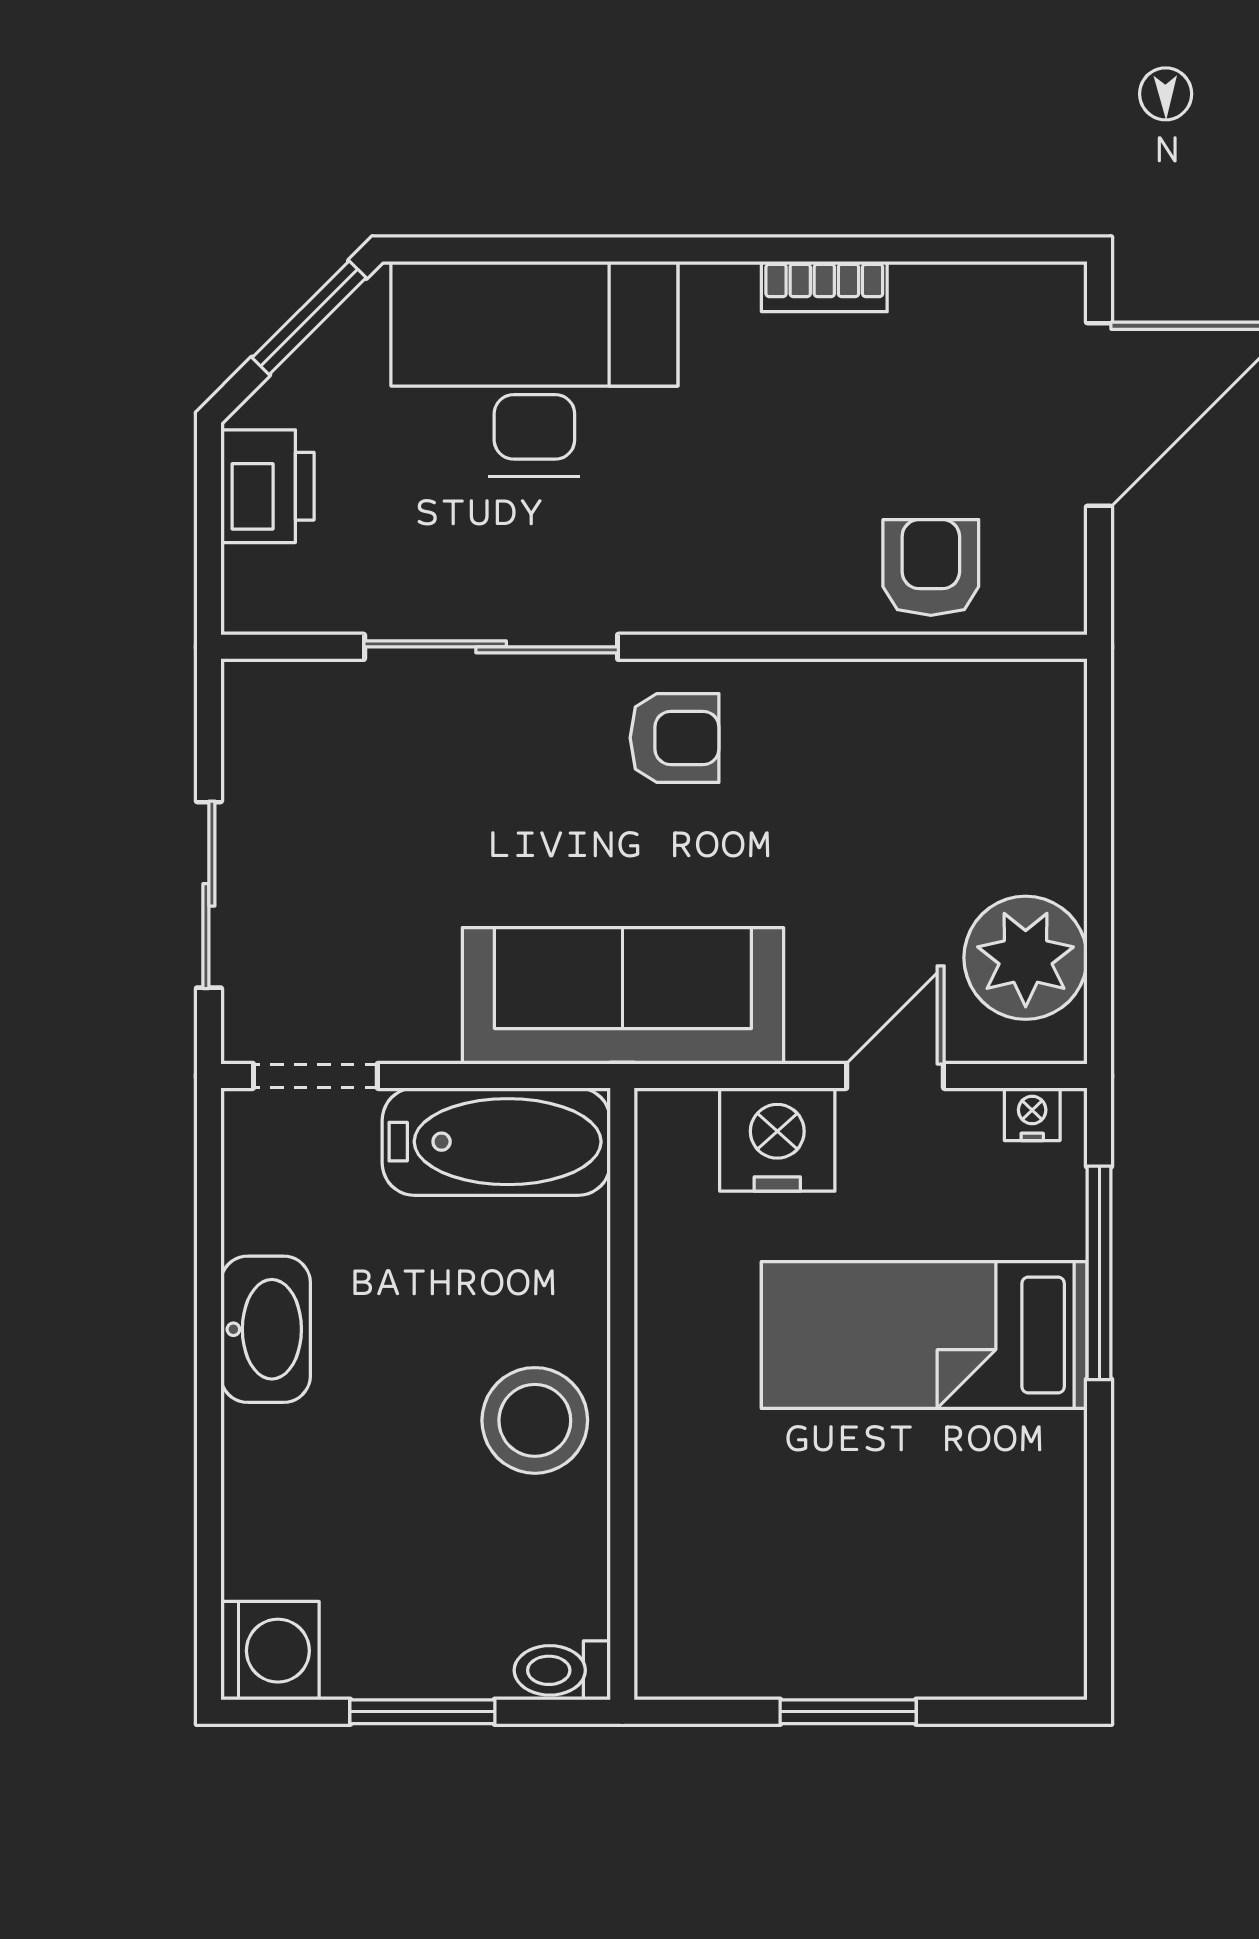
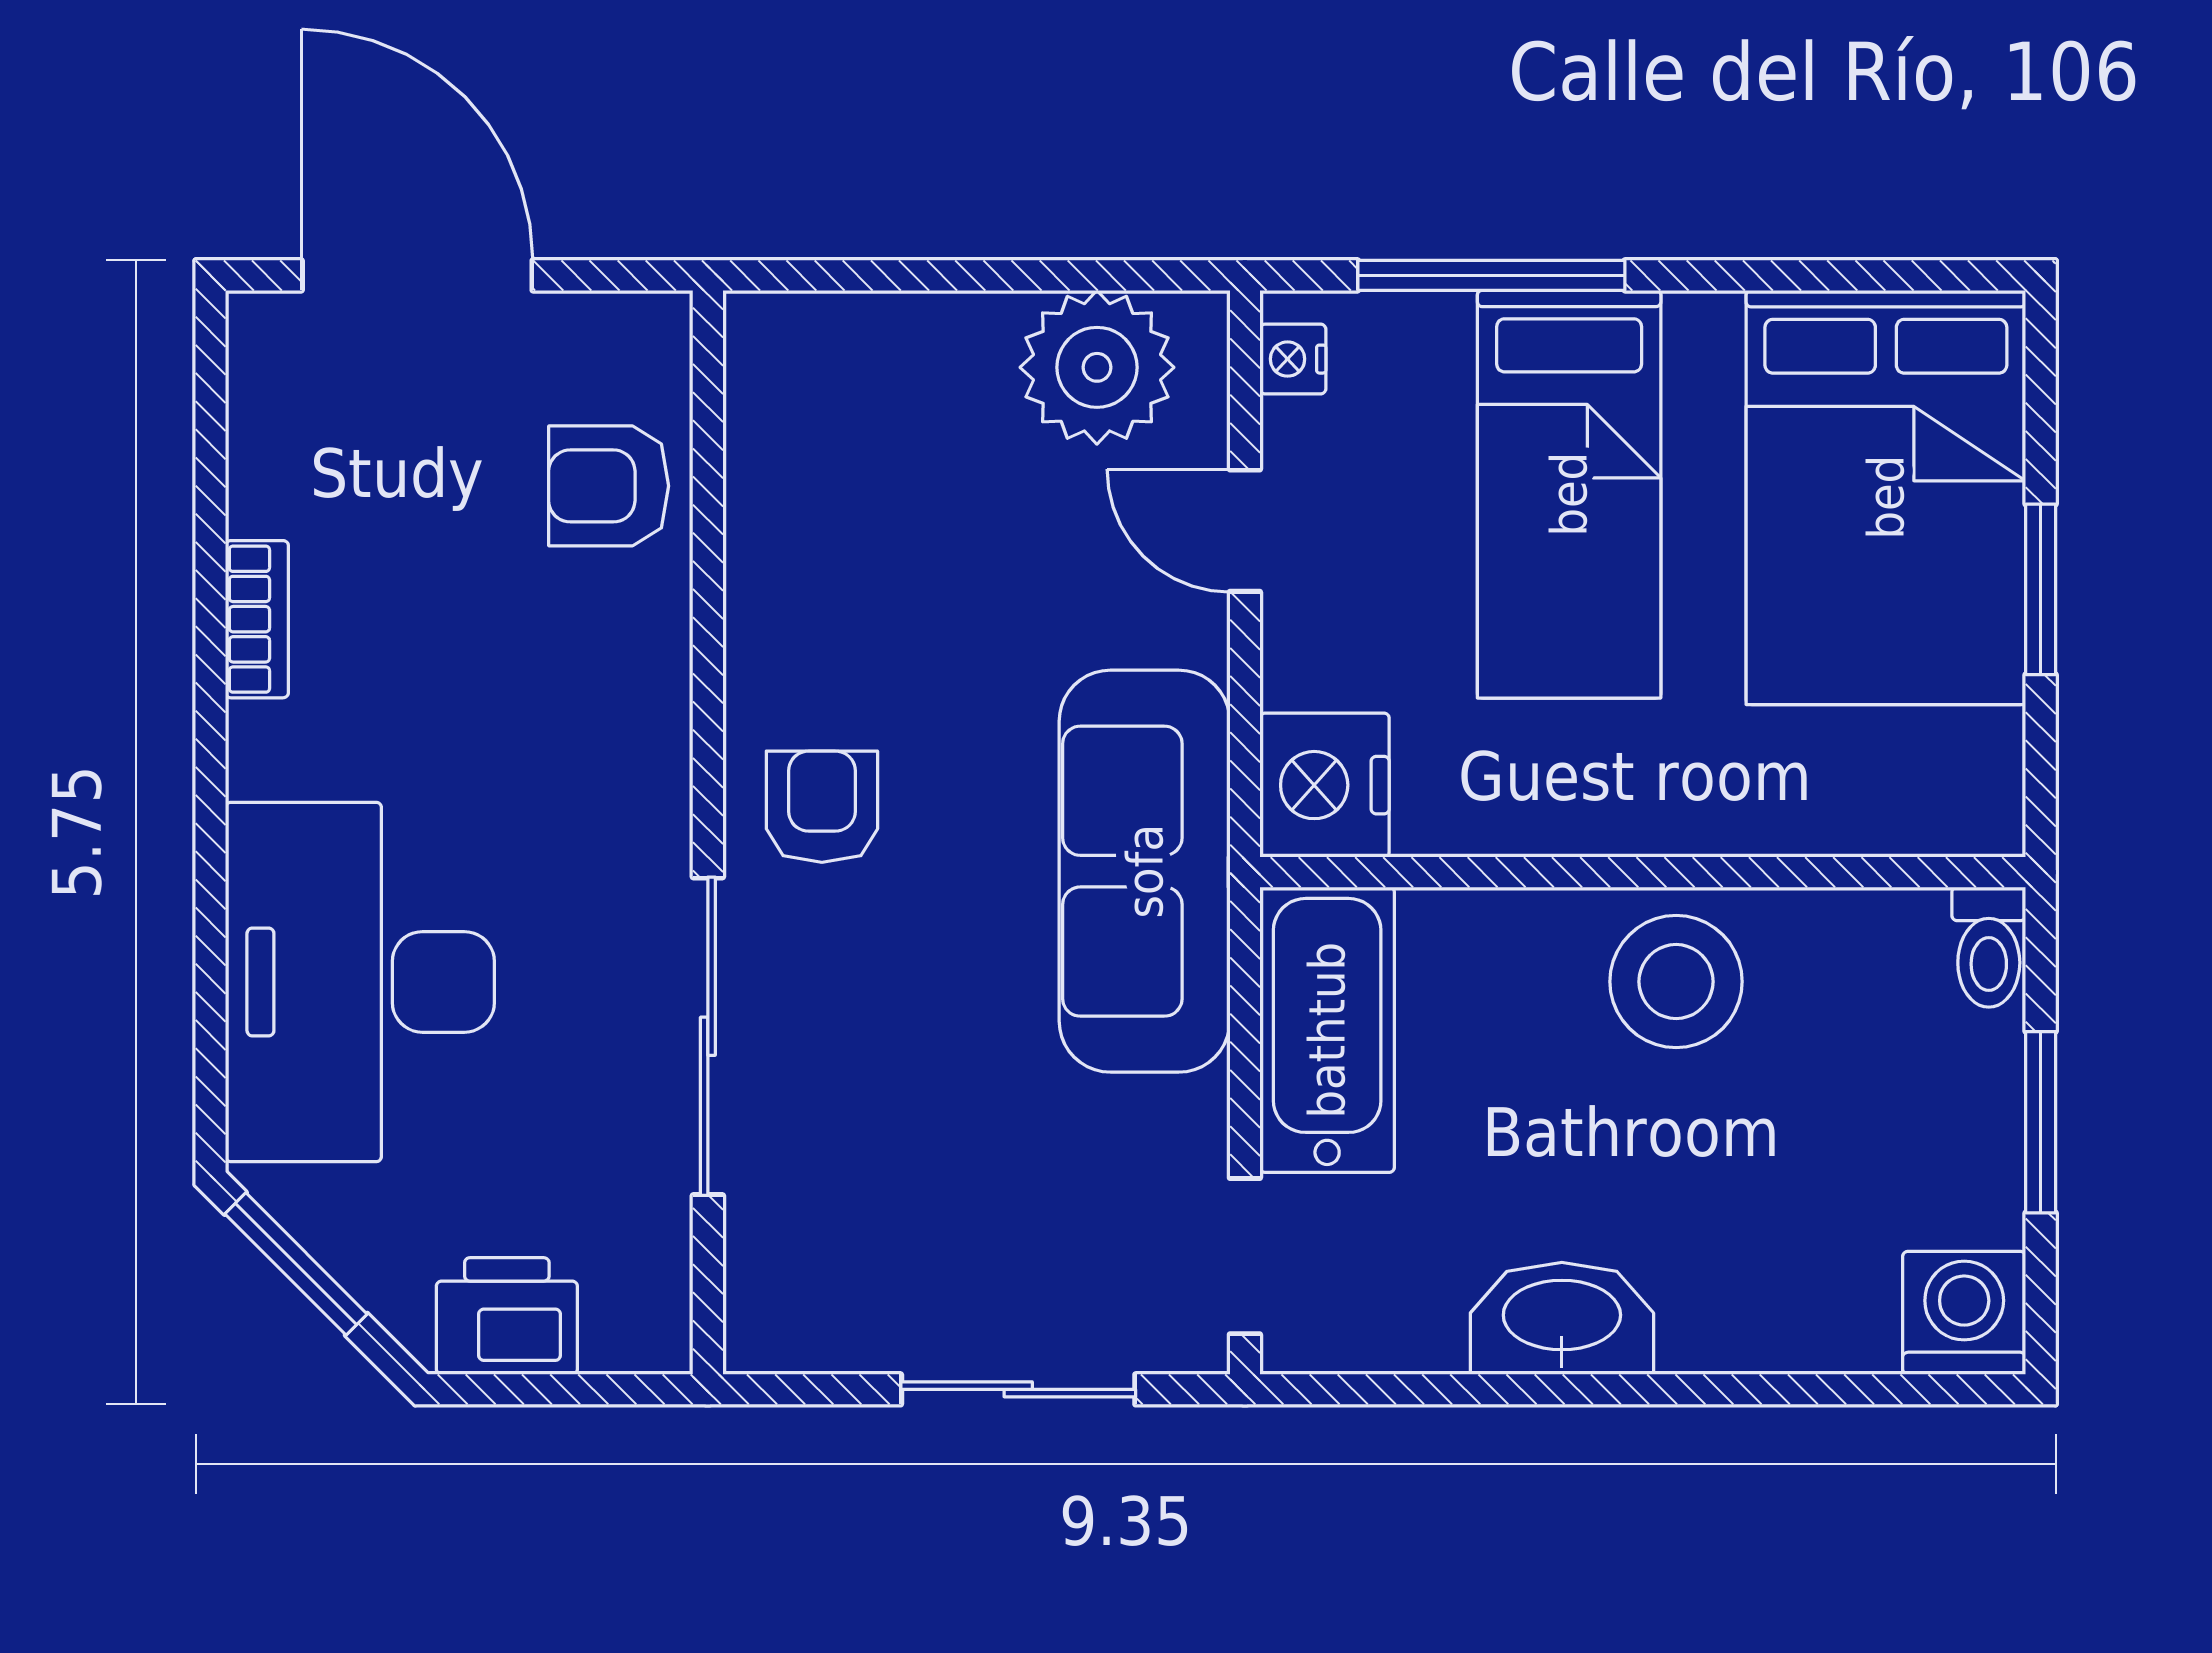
nightstand: (777, 1140) -> (1325, 785), moved
bed: (922, 1588) -> (1886, 497), added

